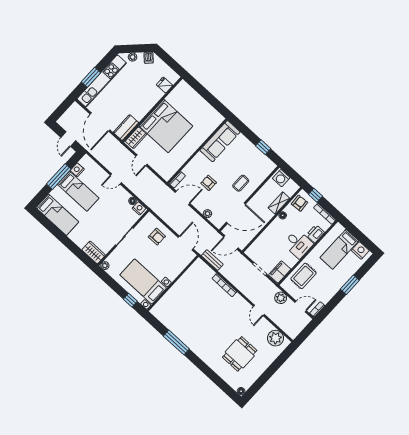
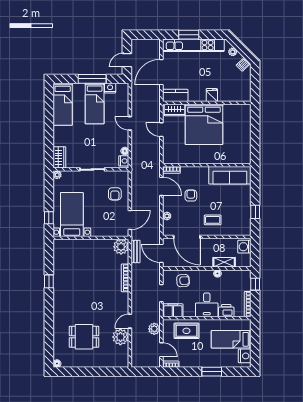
fridge: (164, 85) -> (212, 95), moved
door: (141, 160) -> (161, 130), hinge flipped
armchair: (299, 203) -> (183, 281), moved
plant: (199, 267) -> (121, 247), added
plant: (275, 338) -> (120, 337), moved
window: (176, 342) -> (49, 281), width x0.46

